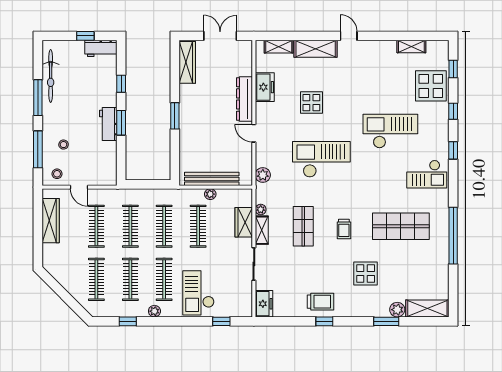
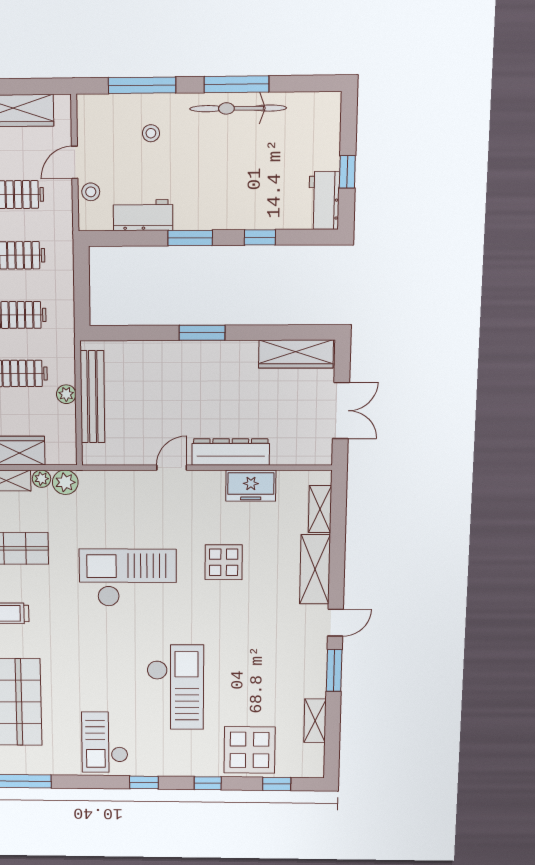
window: (379, 36) -> (334, 671), added
bicycle: (51, 76) -> (238, 108), moved
workbench: (108, 124) -> (143, 215), moved
checkout: (321, 159) -> (128, 578), turned -90
stool: (57, 174) -> (91, 192), moved
plant: (263, 175) -> (65, 482), moved

